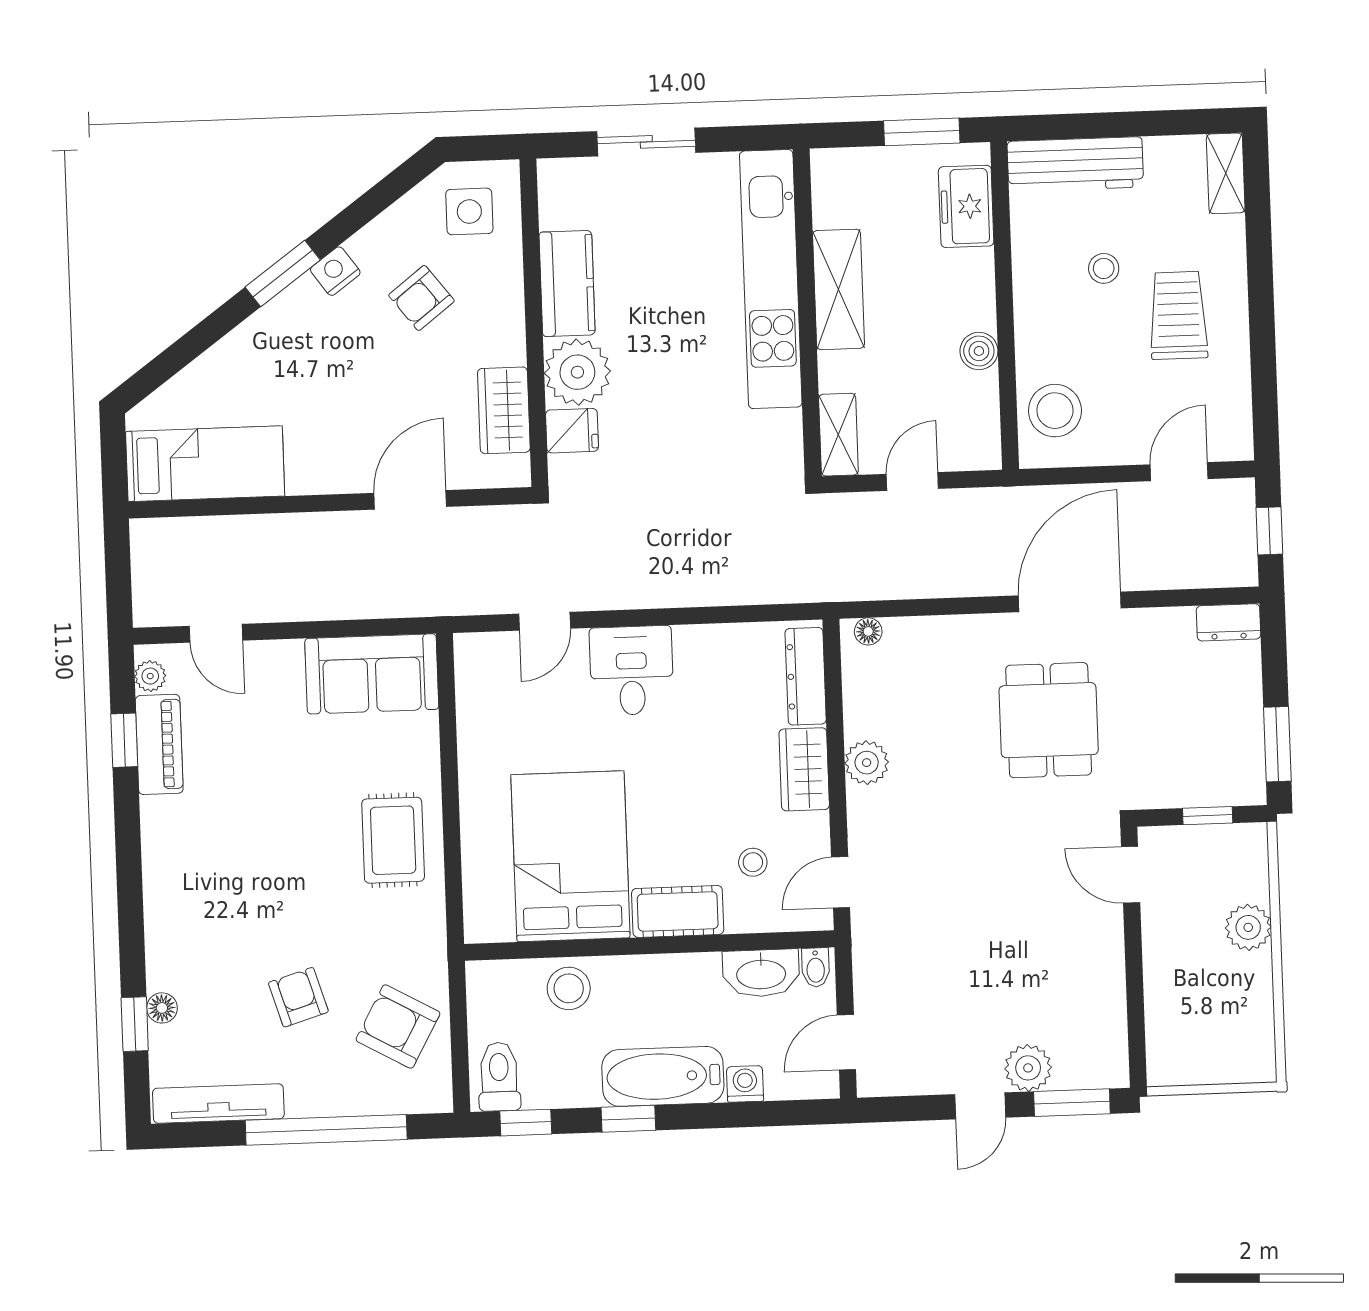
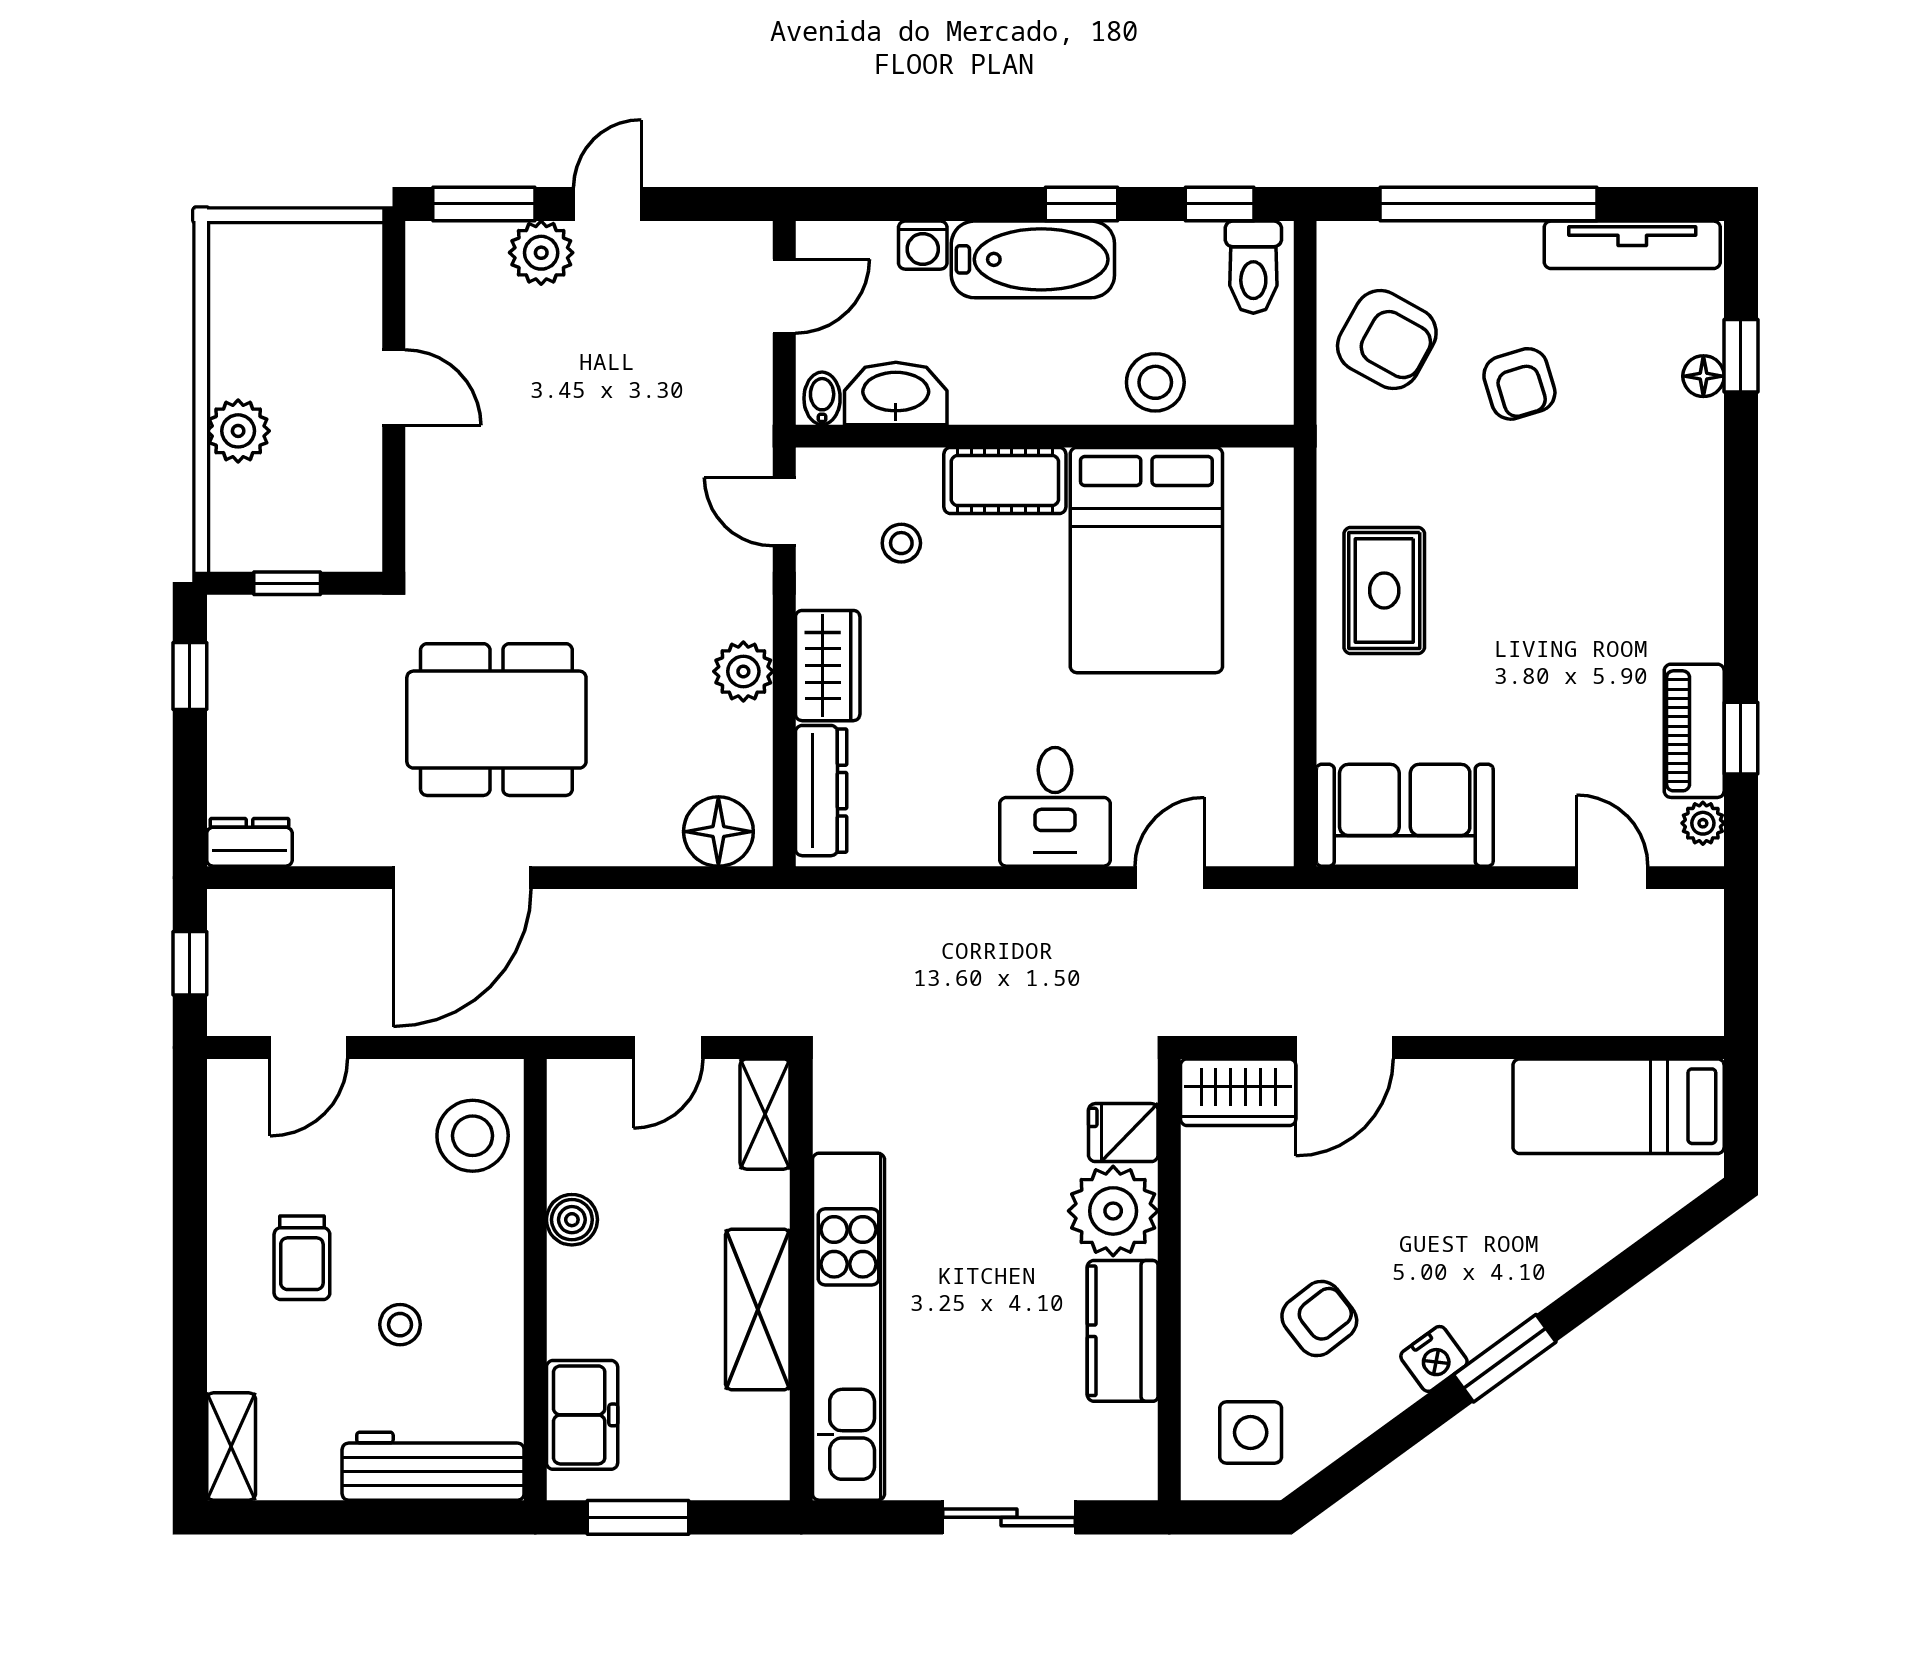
trolley: (1178, 315) -> (302, 1258), width x0.73, depth x0.72
wardrobe: (504, 410) -> (1238, 1092), moved, turned 90
floor lamp: (868, 631) -> (718, 832), width x1.89, depth x1.89
dining table: (1049, 720) -> (496, 720), width x1.38
window: (1277, 744) -> (190, 676), width x0.67
door: (1131, 875) -> (394, 388), moved
door: (841, 882) -> (784, 512), swing flipped

